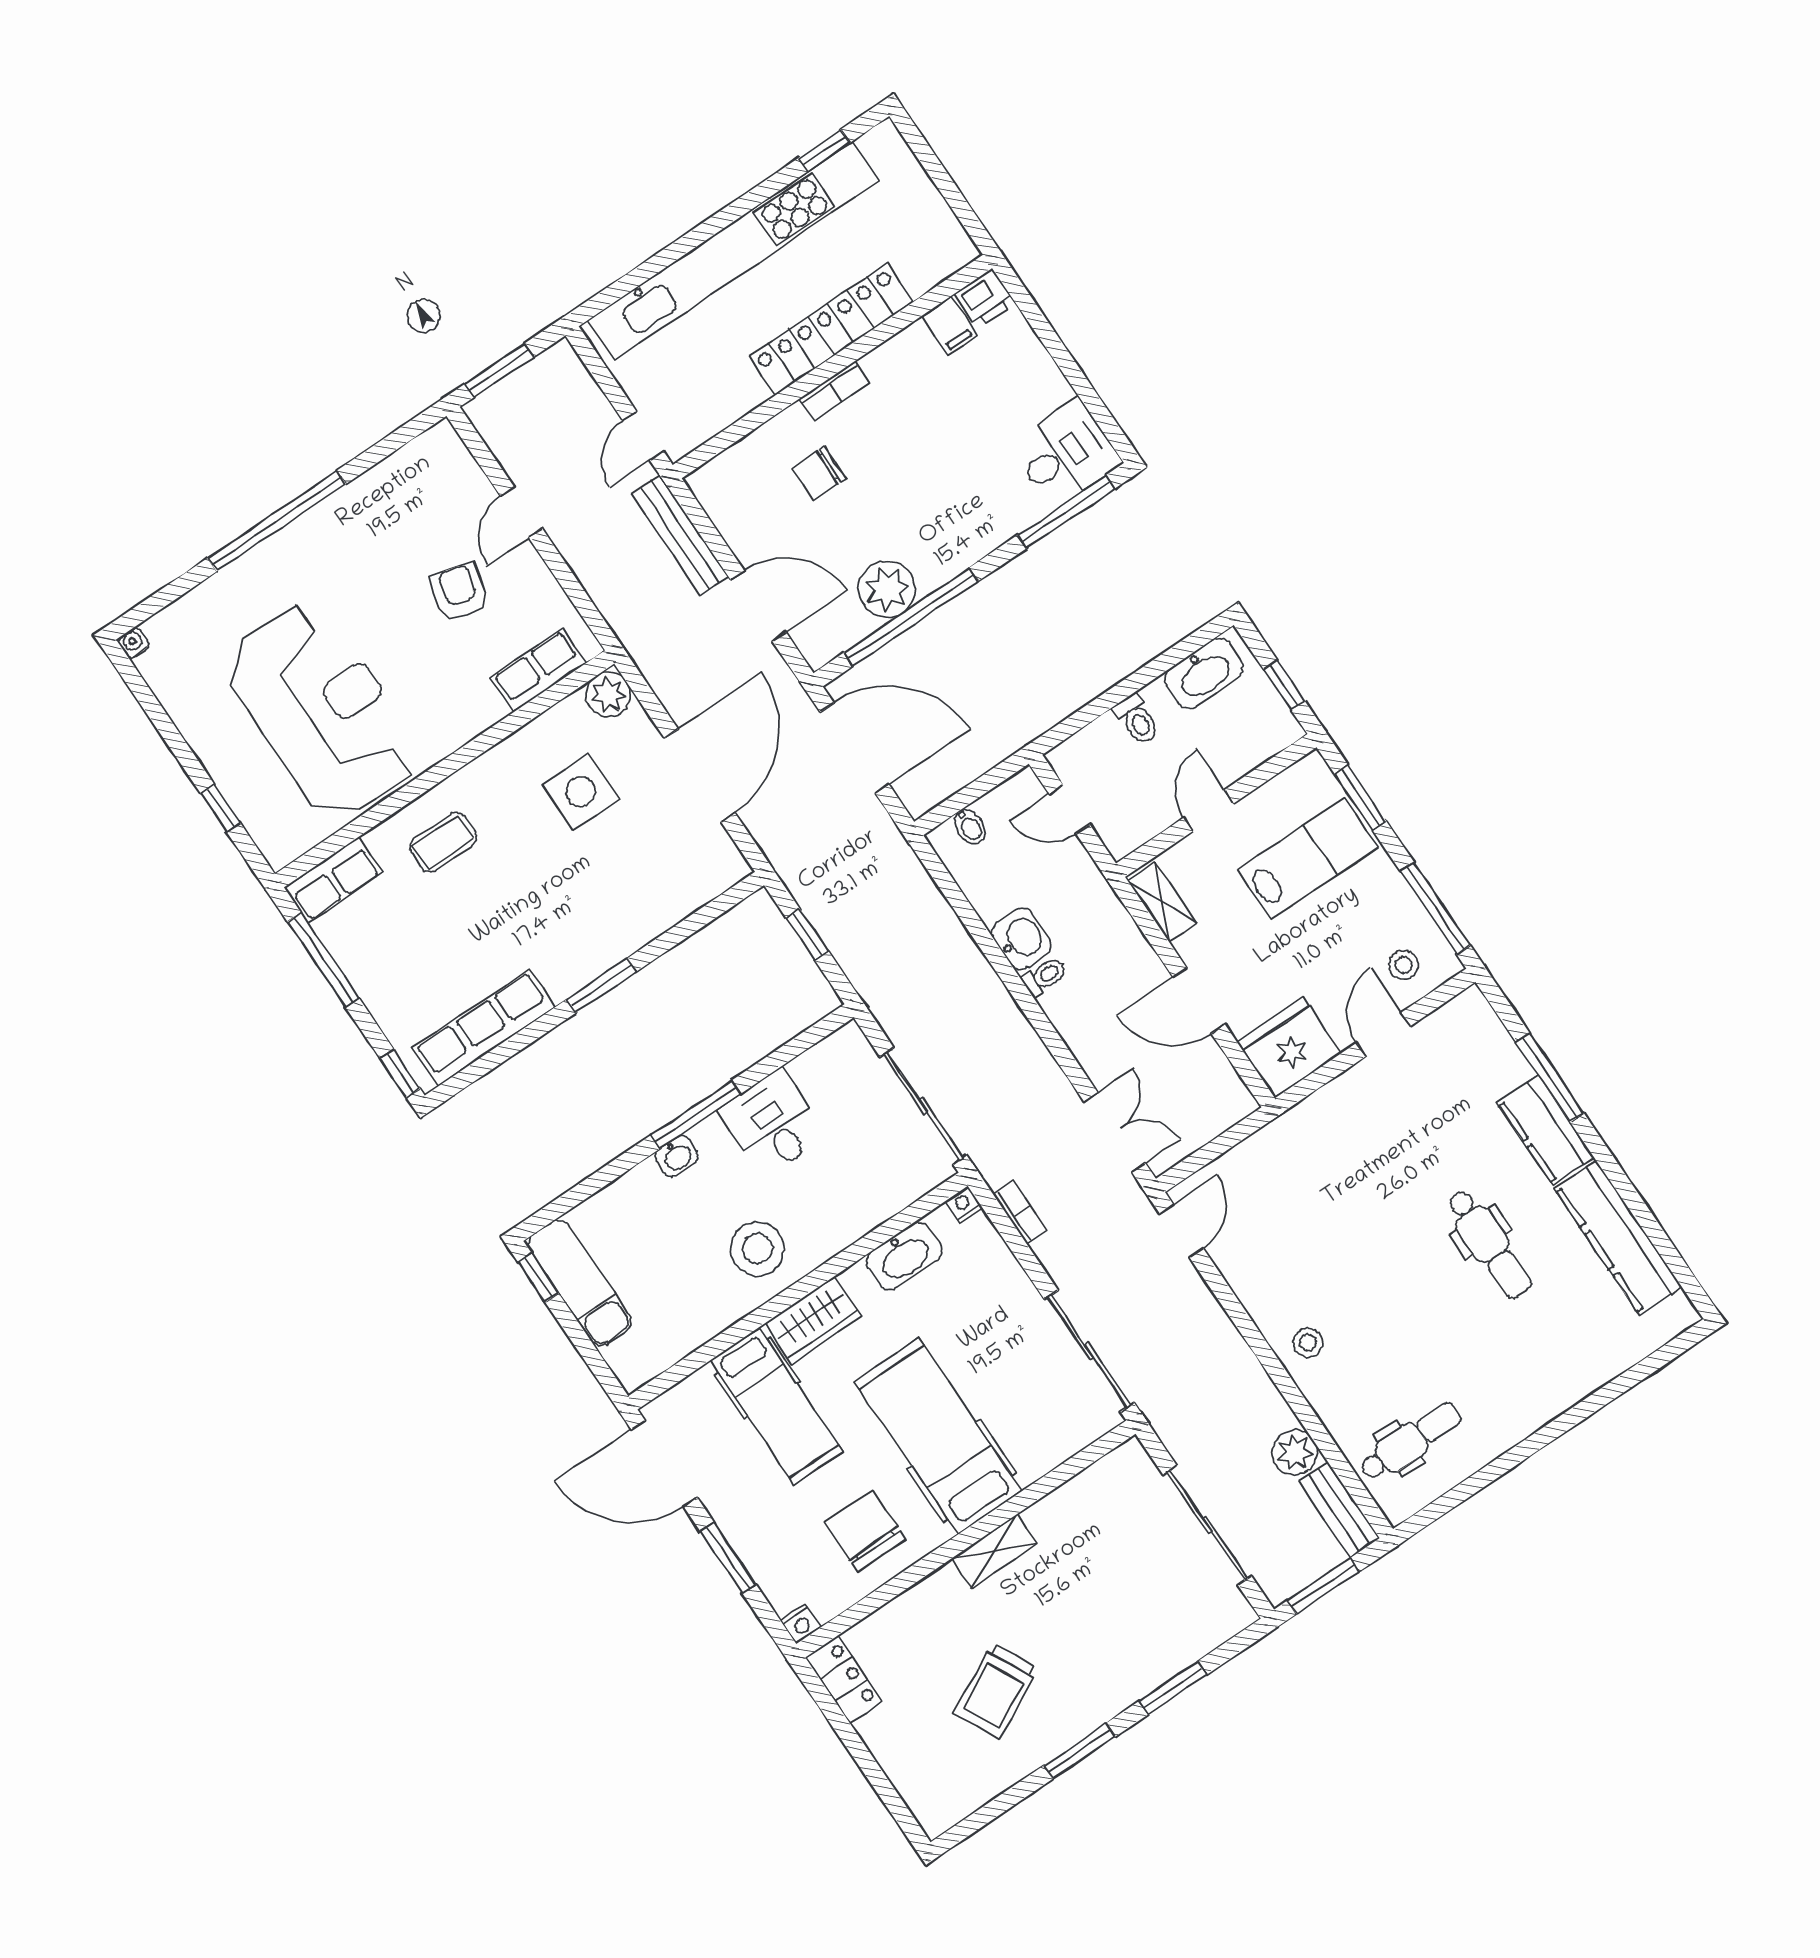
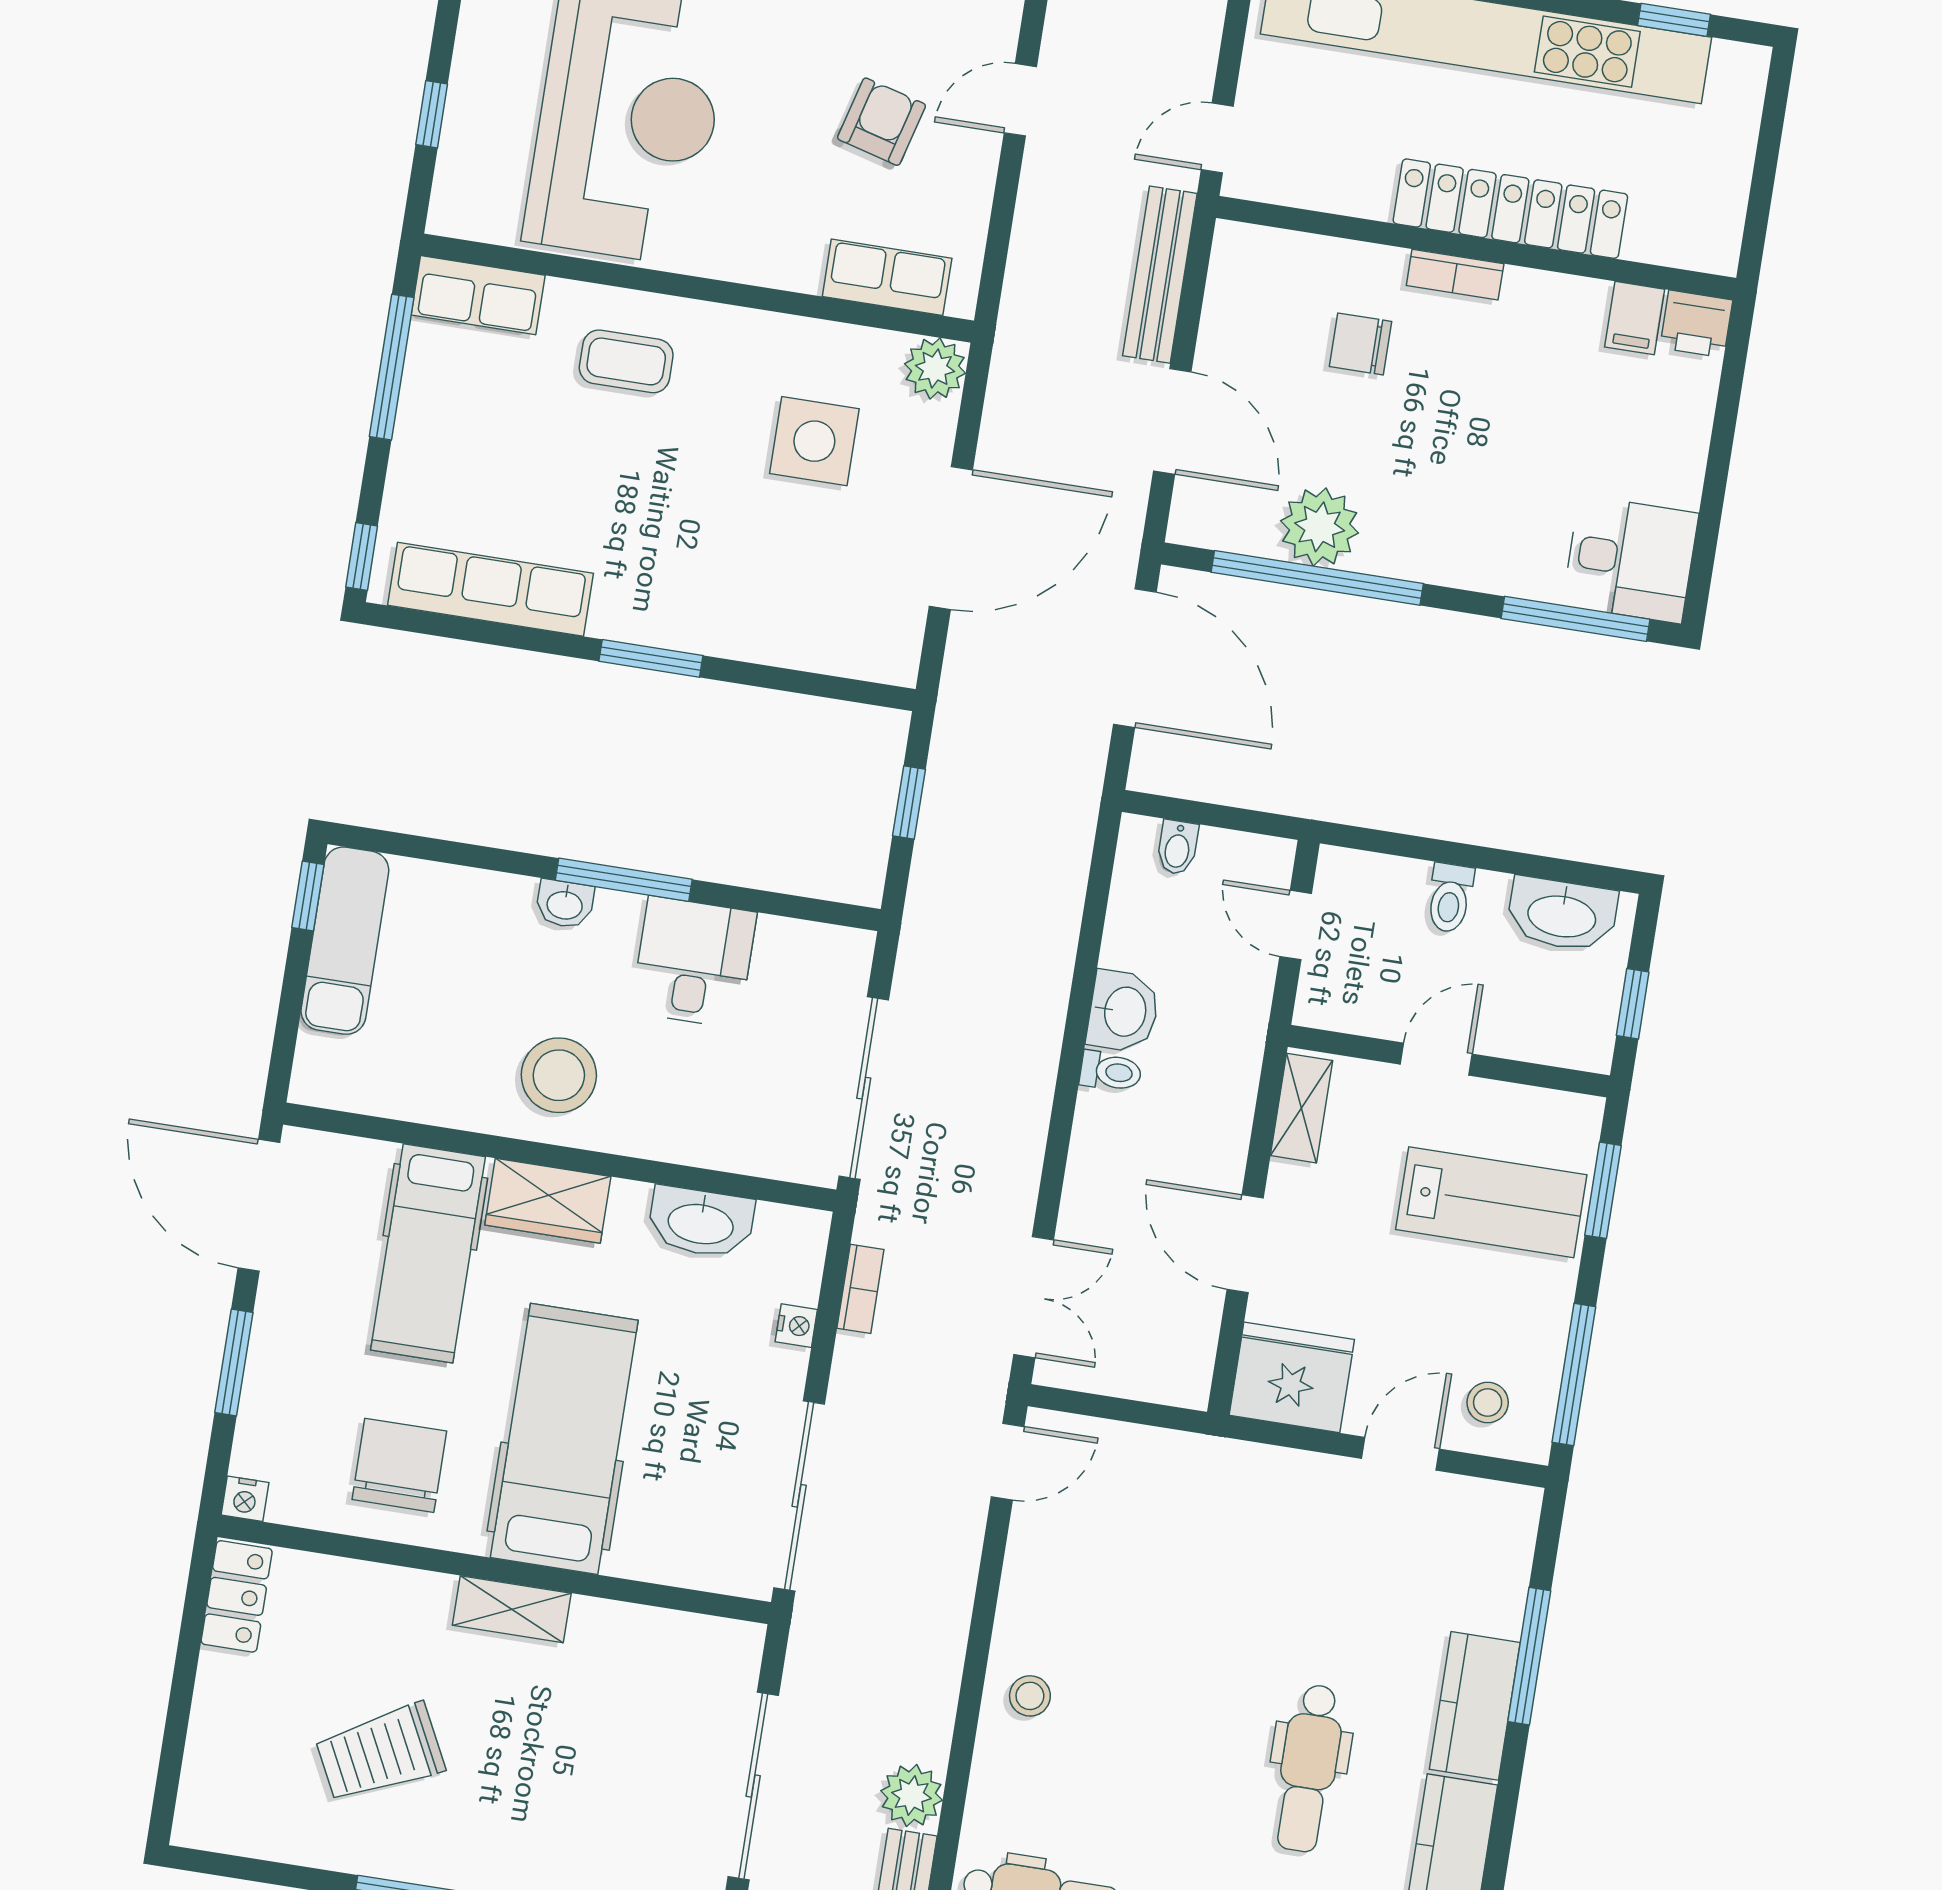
nightstand: (964, 1204) -> (796, 1326), moved, turned 90

